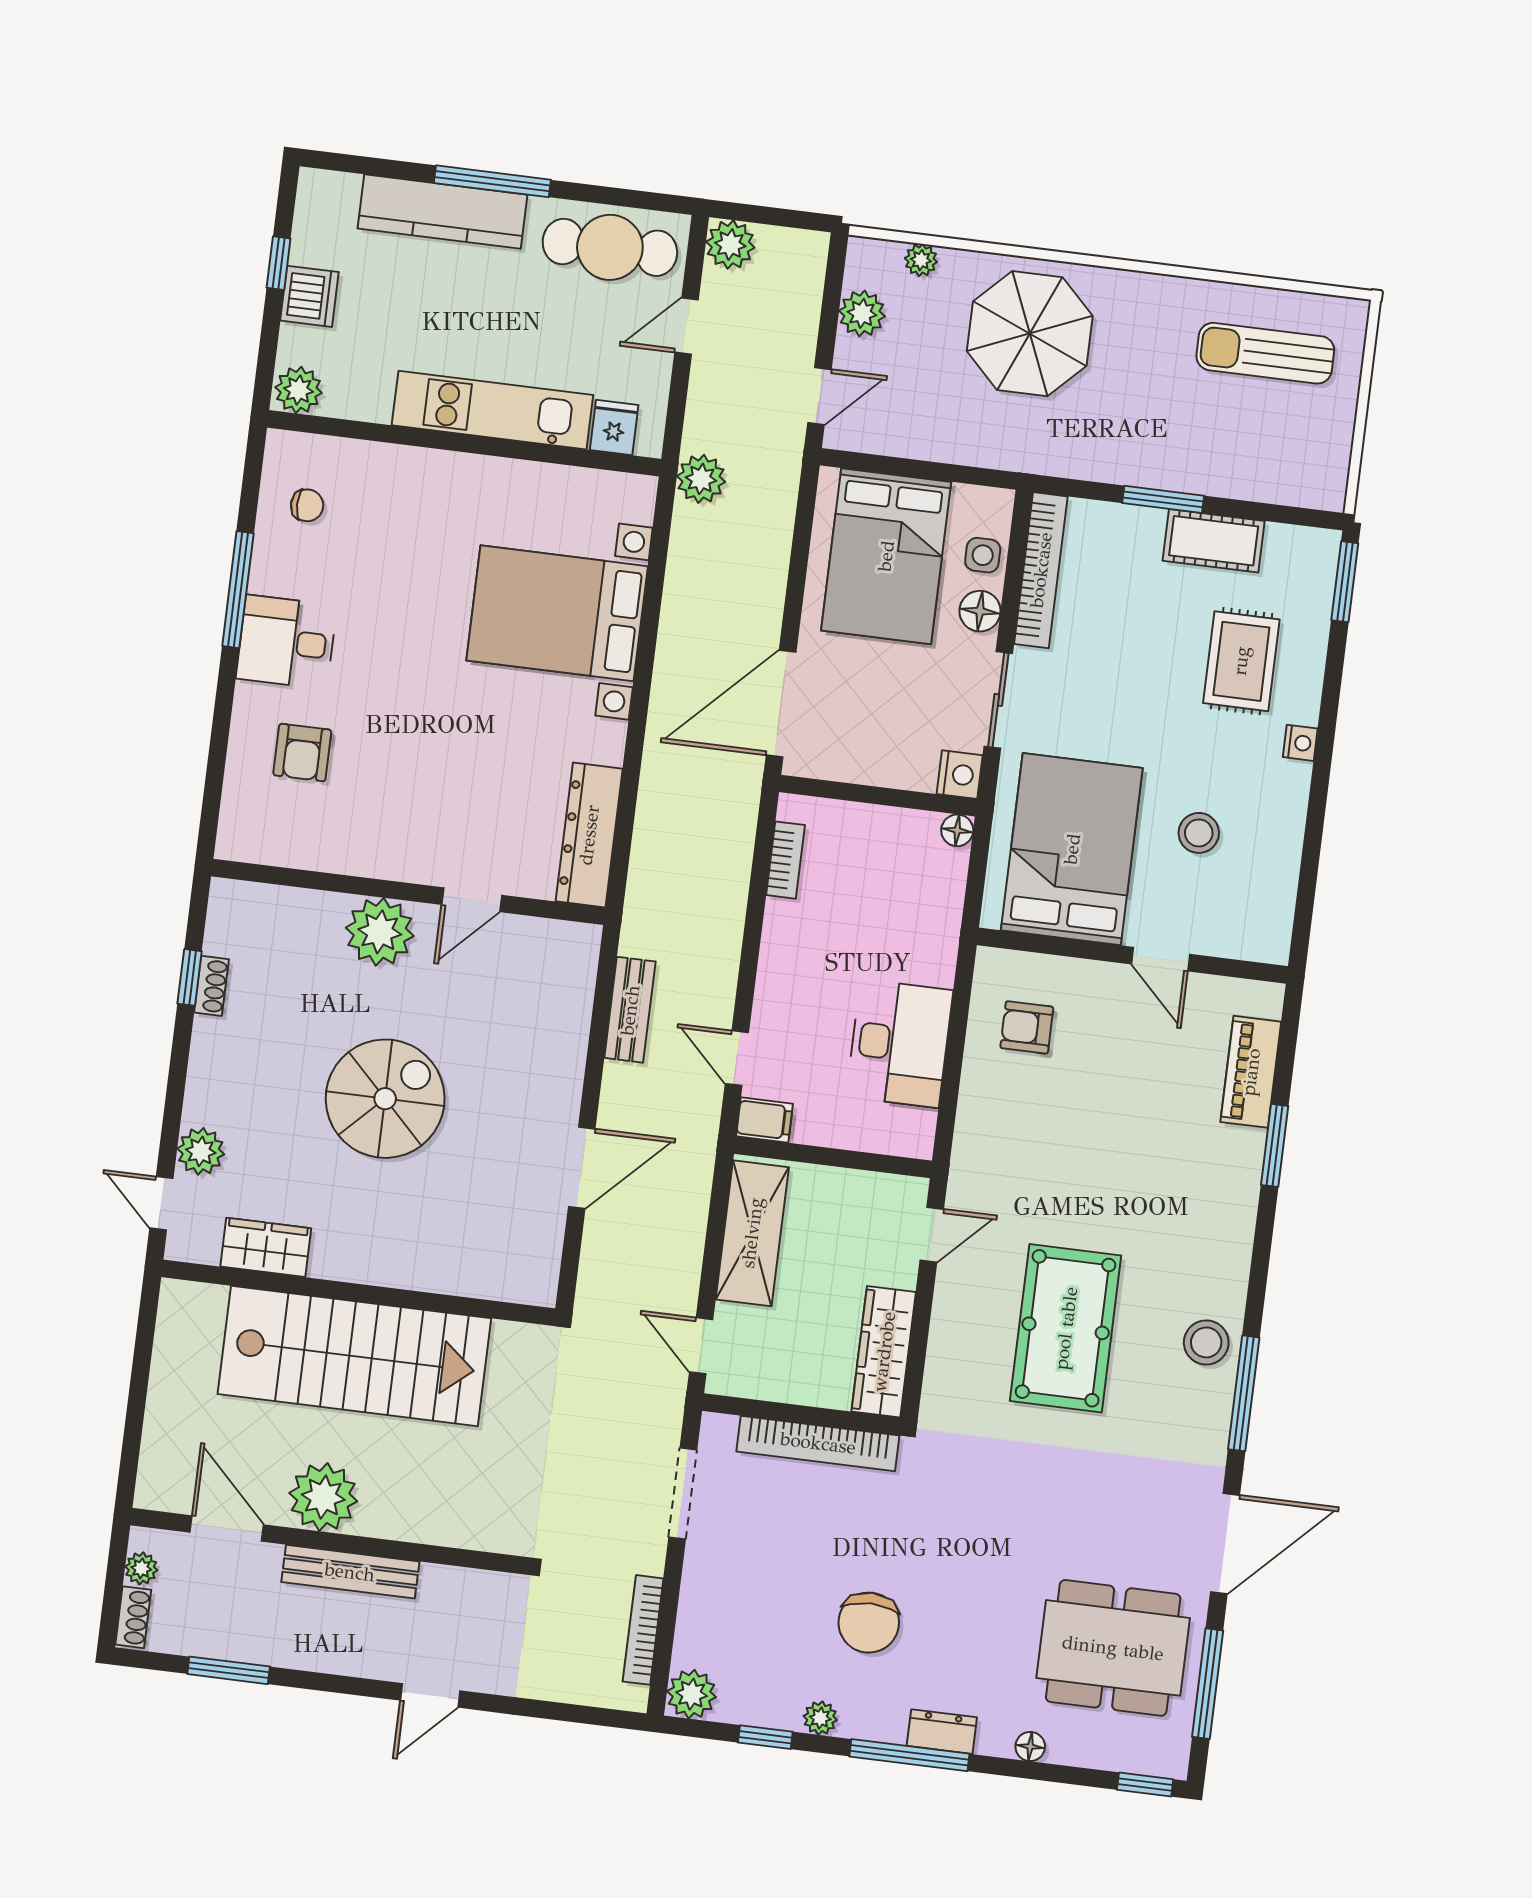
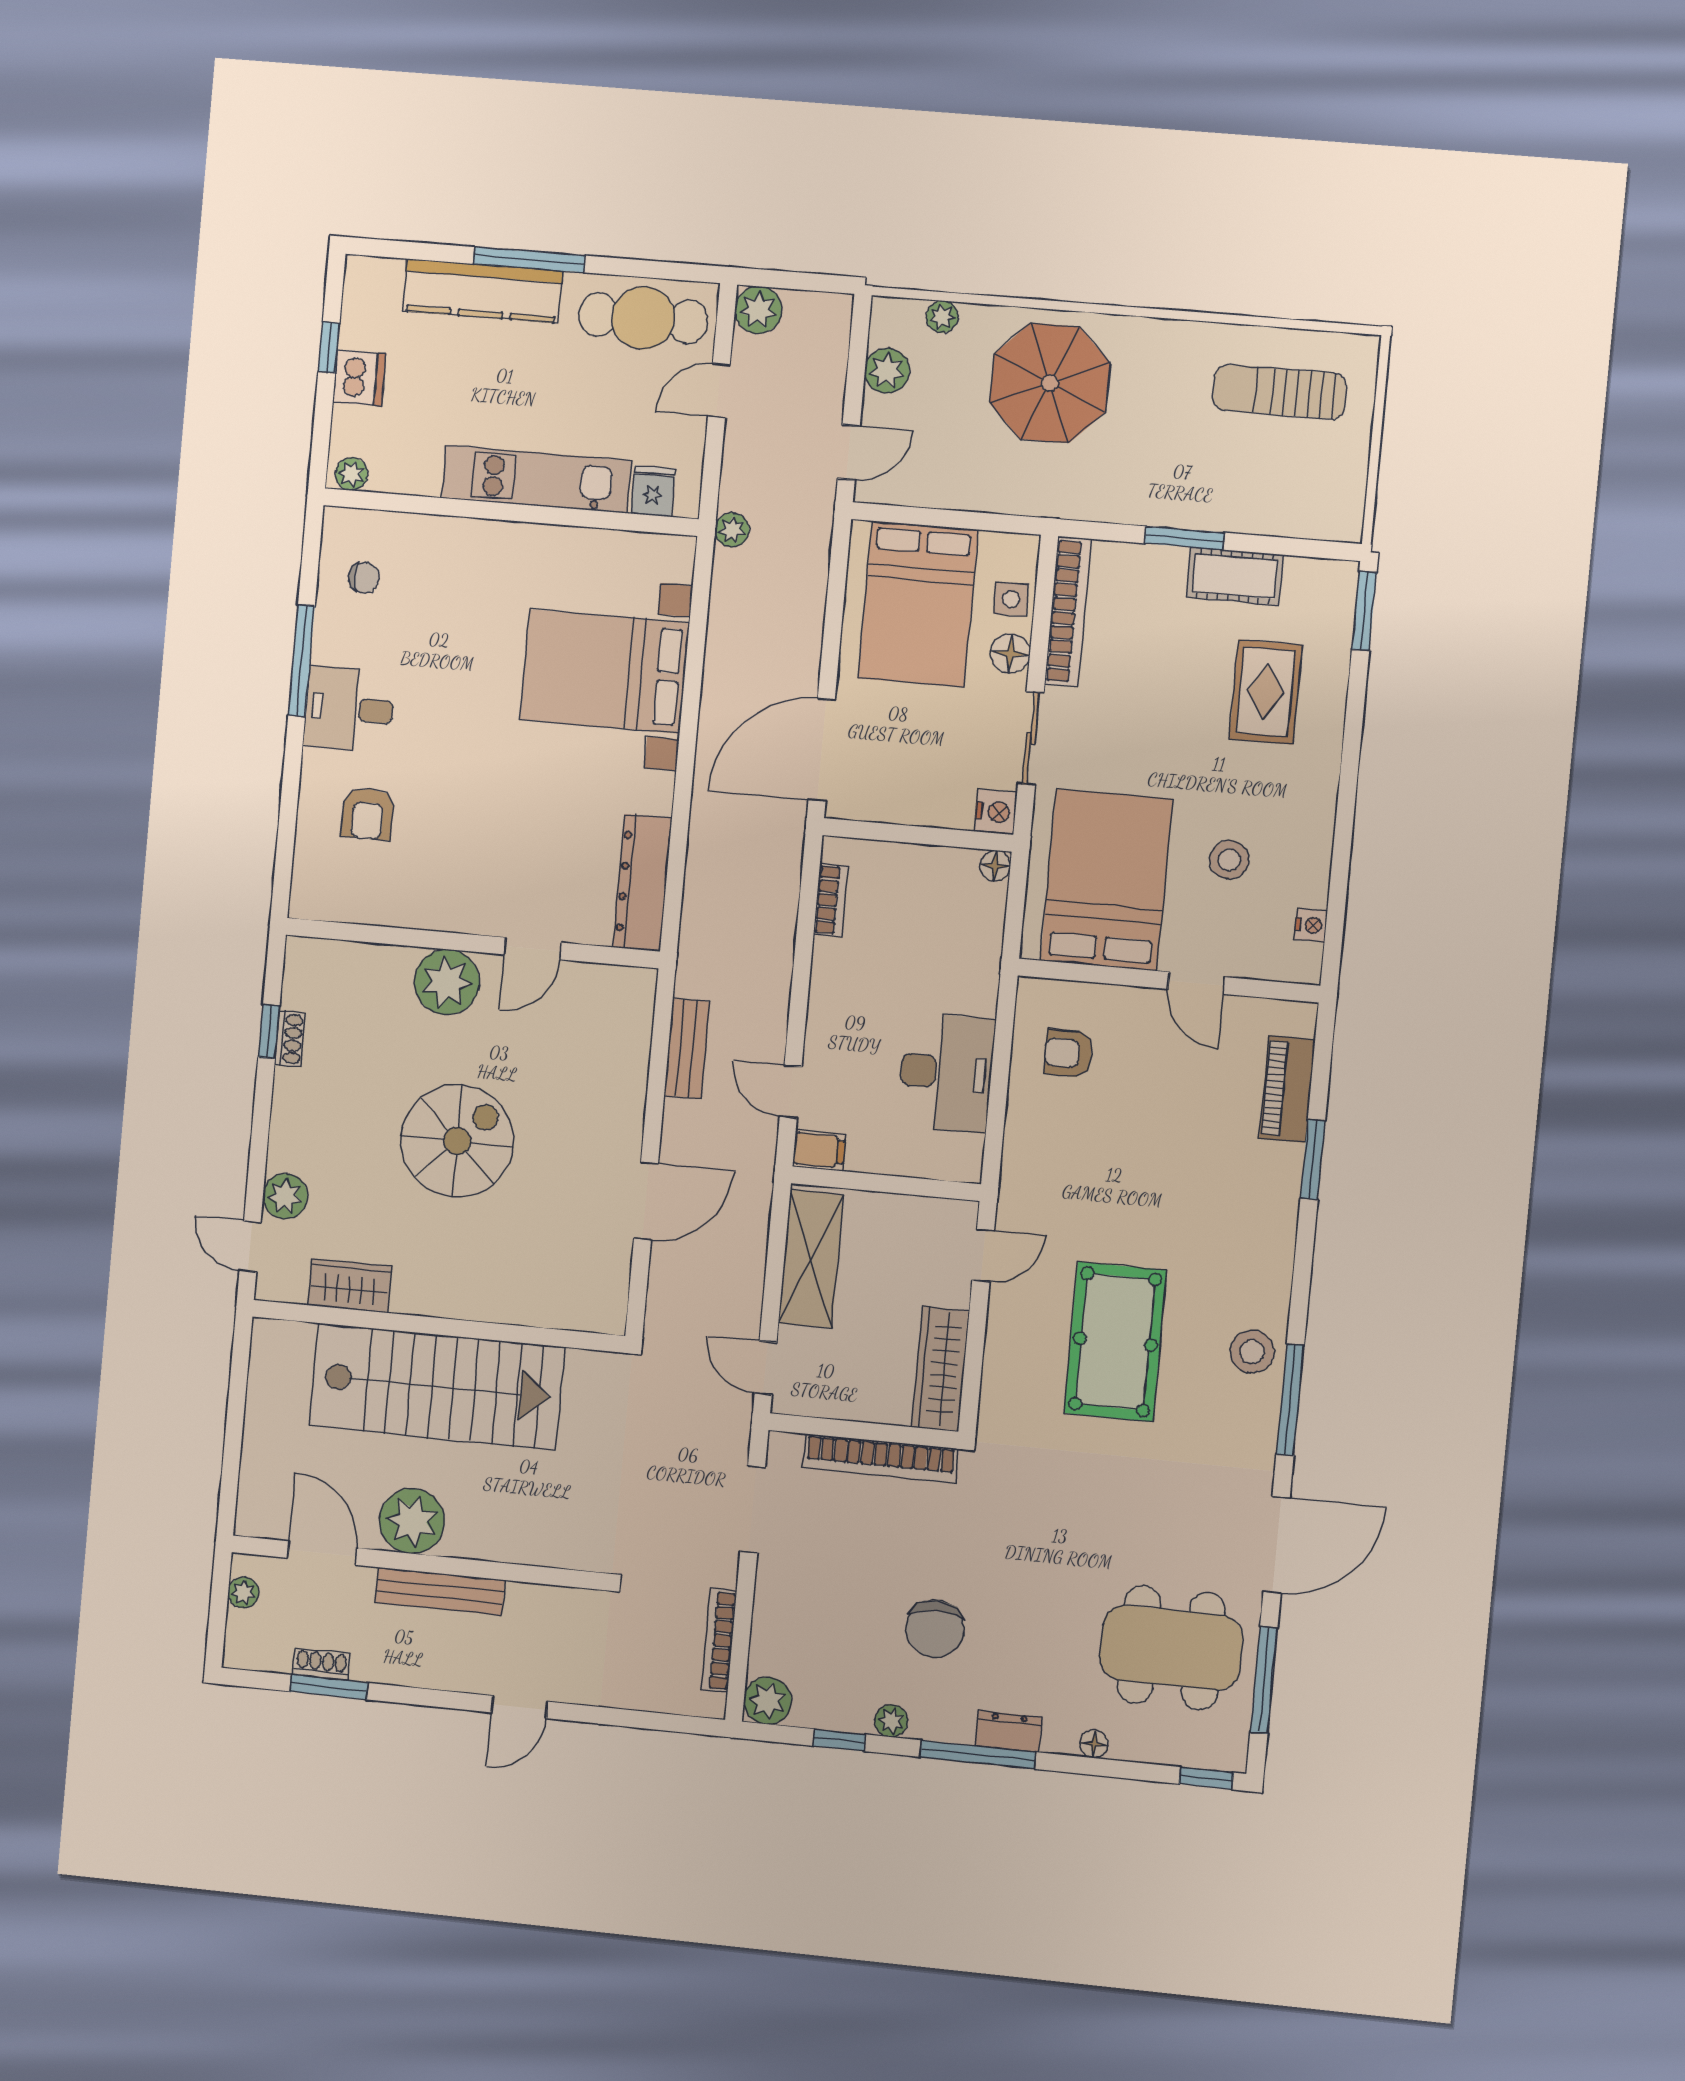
plant: (299, 390) -> (351, 474), width x0.73, depth x0.73
plant: (701, 479) -> (732, 530), width x0.73, depth x0.73
nightstand: (1300, 743) -> (1311, 925), moved
shoe rack: (133, 1617) -> (322, 1664), moved, turned -90

